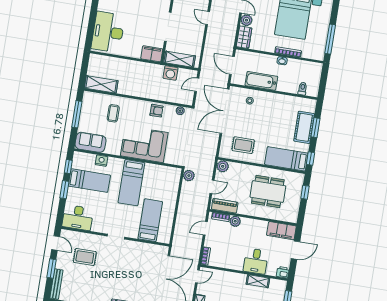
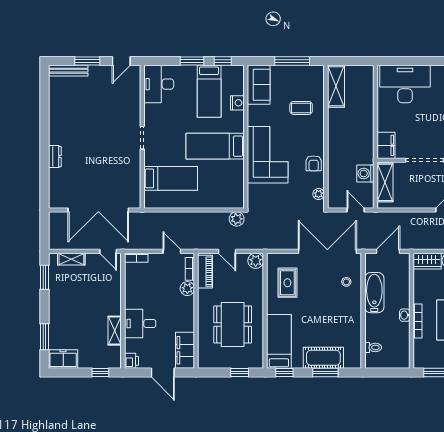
rug: (85, 257) -> (109, 102), removed

